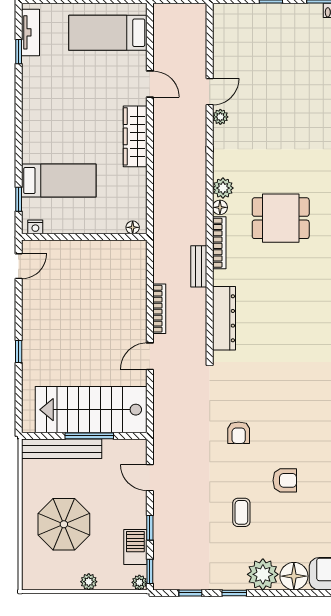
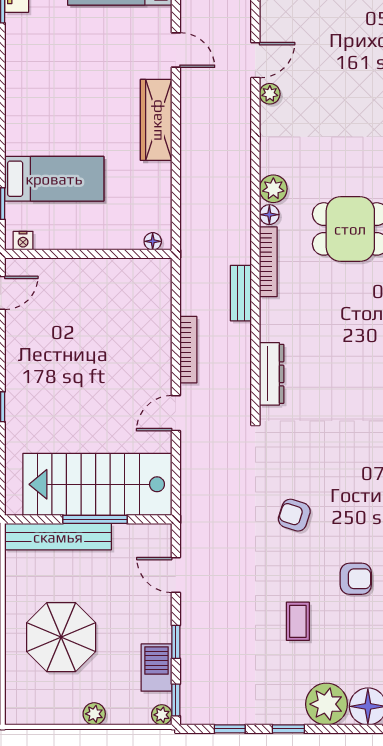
dresser: (224, 318) -> (272, 374), width x0.73, depth x0.80
armchair: (239, 433) -> (294, 515), turned 108

